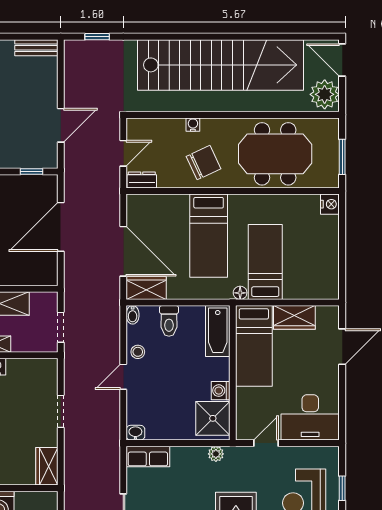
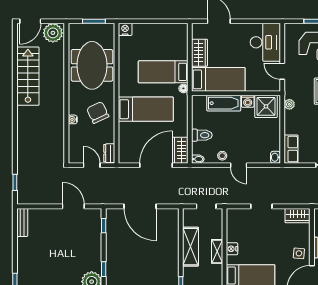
stairs: (220, 65) -> (28, 76), width x0.54, depth x0.66
bathtub: (218, 331) -> (224, 103), moved

